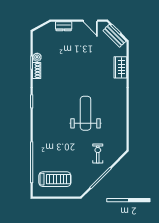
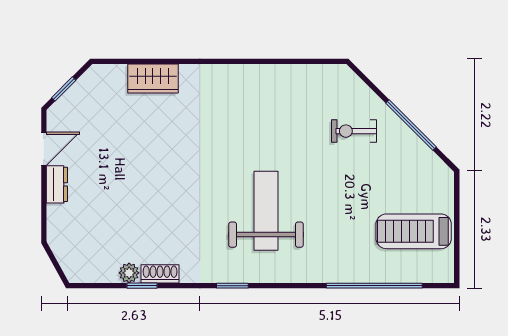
dresser: (64, 26) -> (57, 184), moved
bench: (114, 36) -> (79, 92), removed
weight bench: (86, 113) -> (266, 211), moved, turned 90
treadmill: (55, 179) -> (414, 231), turned -90

